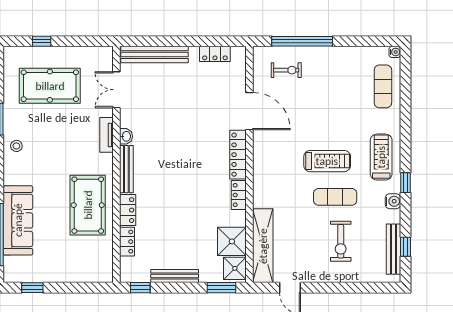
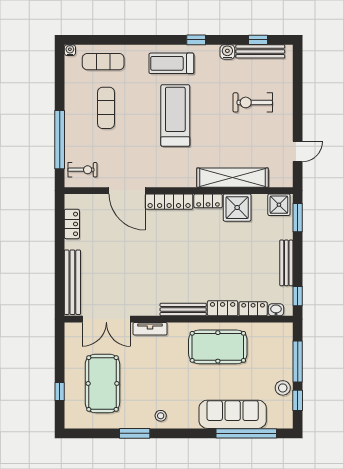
exercise bike: (286, 70) -> (82, 170), moved, turned 90
double door: (116, 90) -> (106, 319), width x1.37
door: (249, 111) -> (127, 191), swing flipped
washbasin: (126, 136) -> (276, 310), moved
treadmill: (327, 161) -> (175, 116), width x1.37, depth x1.38
exercise mat: (335, 197) -> (106, 108), moved
water cooler: (393, 201) -> (227, 52), moved
shower: (232, 241) -> (237, 208), moved
exercise bike: (341, 241) -> (253, 102), turned 180
shelving: (263, 246) -> (233, 178), moved
stool: (45, 272) -> (283, 388), added
window: (73, 288) -> (298, 361), added

